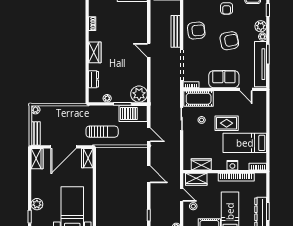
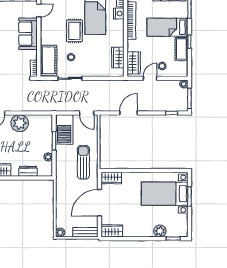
plant: (139, 94) -> (20, 123), moved
door: (149, 135) -> (87, 113), swing flipped
door: (64, 147) -> (99, 203), swing flipped
nightstand: (232, 165) -> (119, 13), moved

